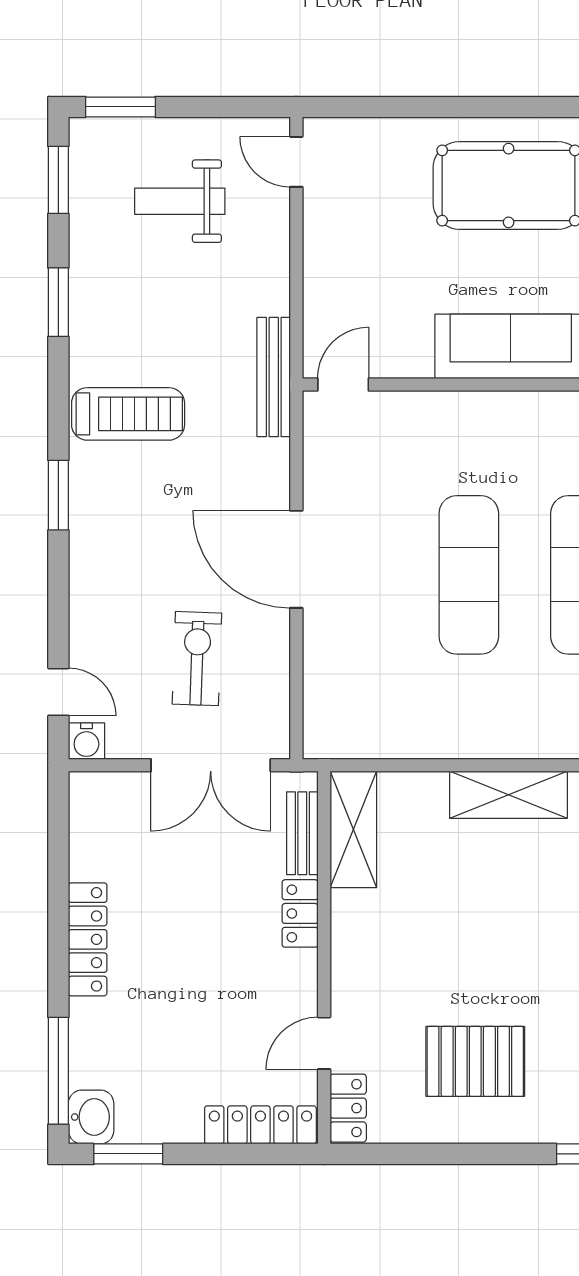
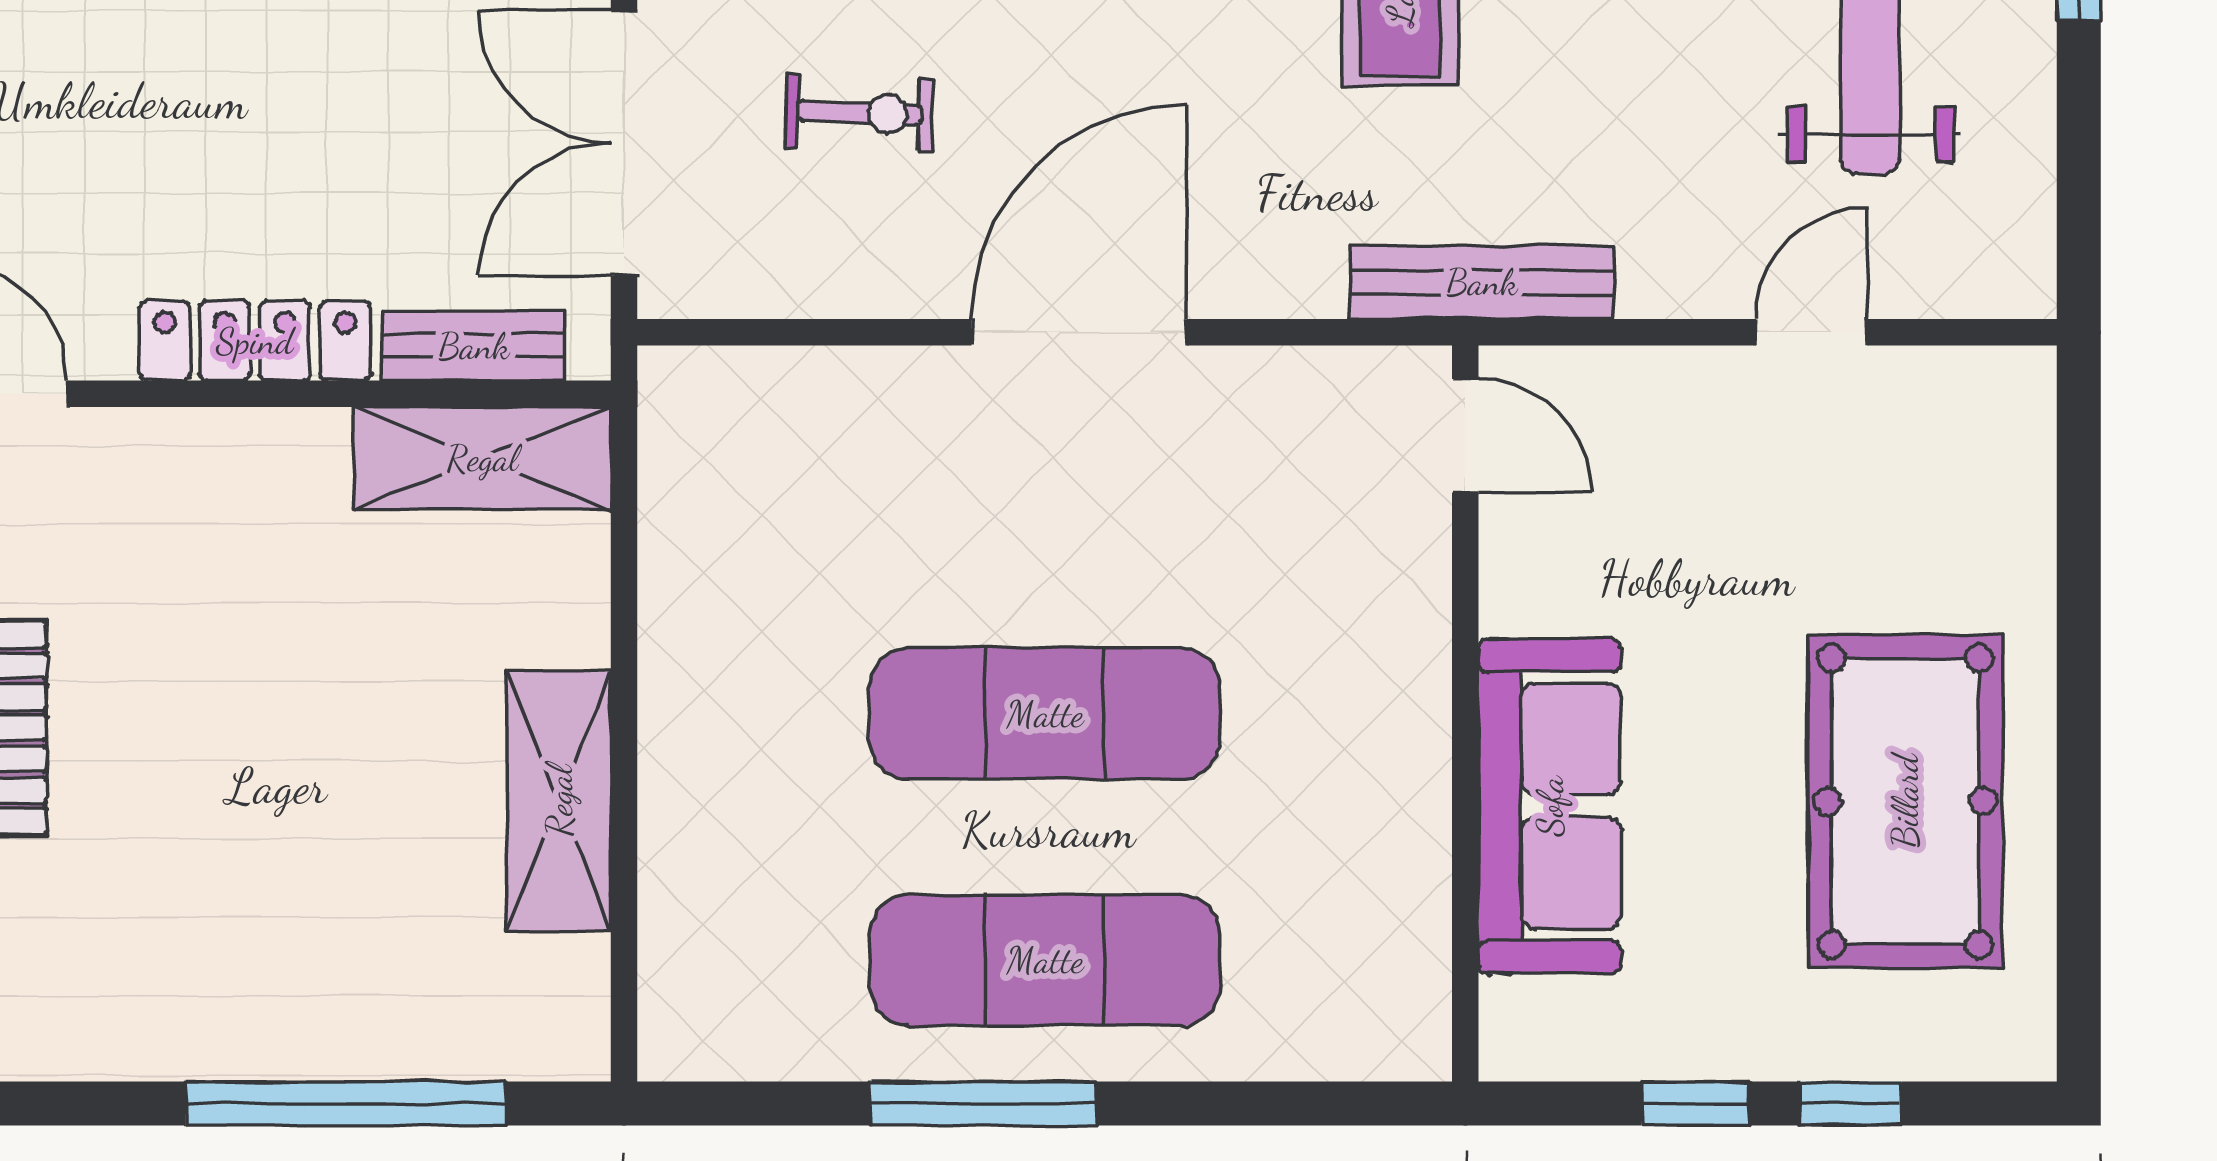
door: (296, 162) -> (1812, 332), moved
exercise bike: (197, 659) -> (860, 113), width x0.73, depth x0.72
locker: (300, 913) -> (255, 341), width x1.53

